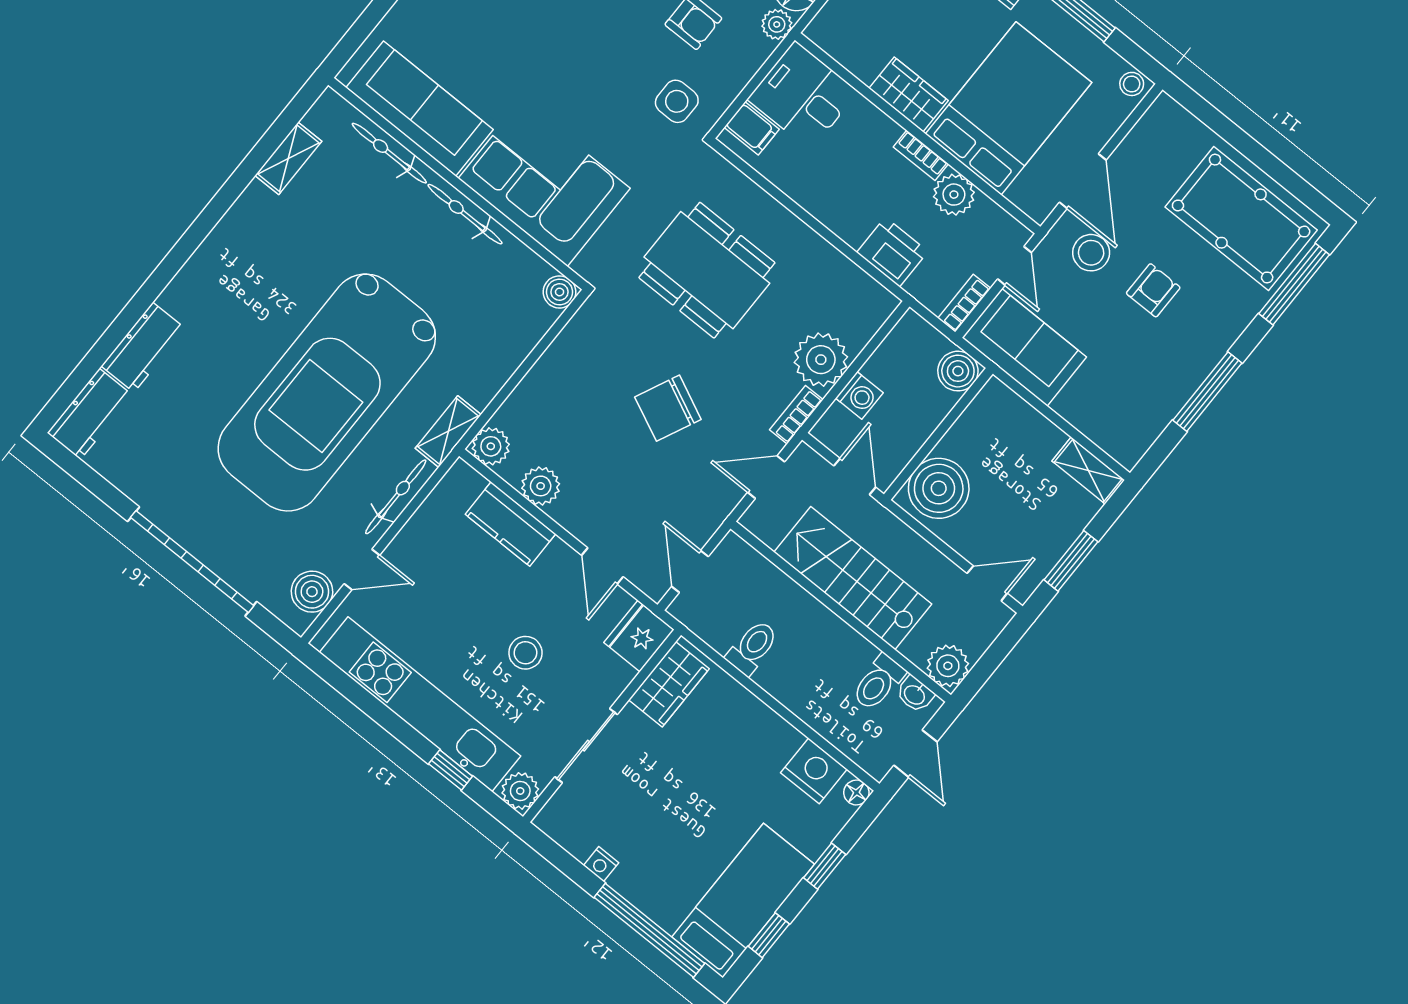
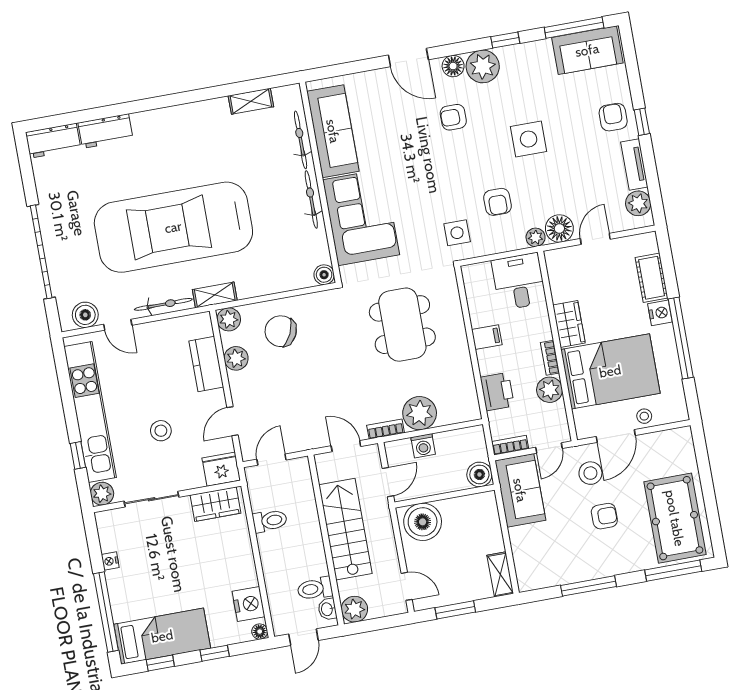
stool: (1132, 84) -> (644, 416), moved
filing cabinet: (752, 128) -> (487, 337), moved, turned -90
chair: (668, 408) -> (281, 331), moved

